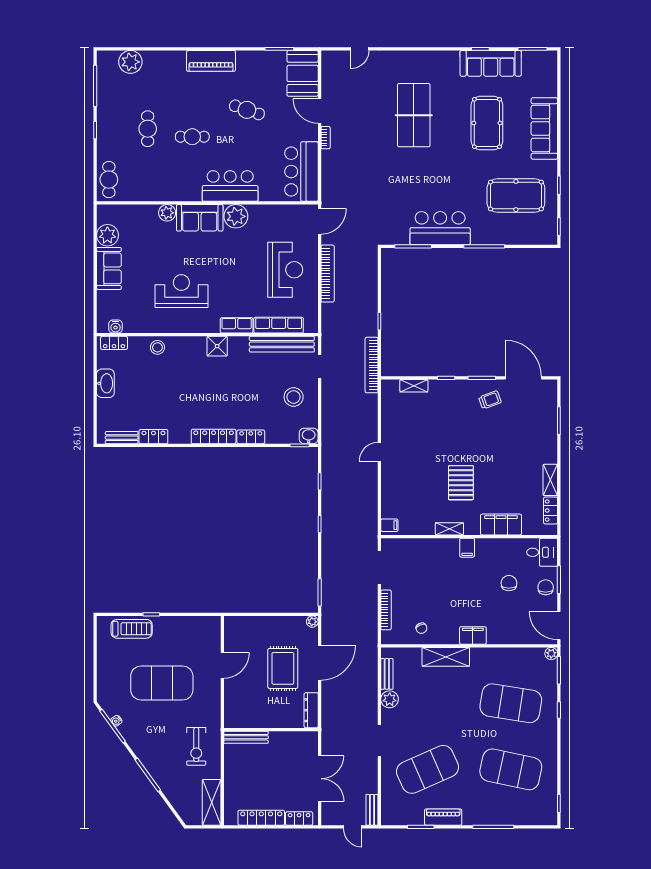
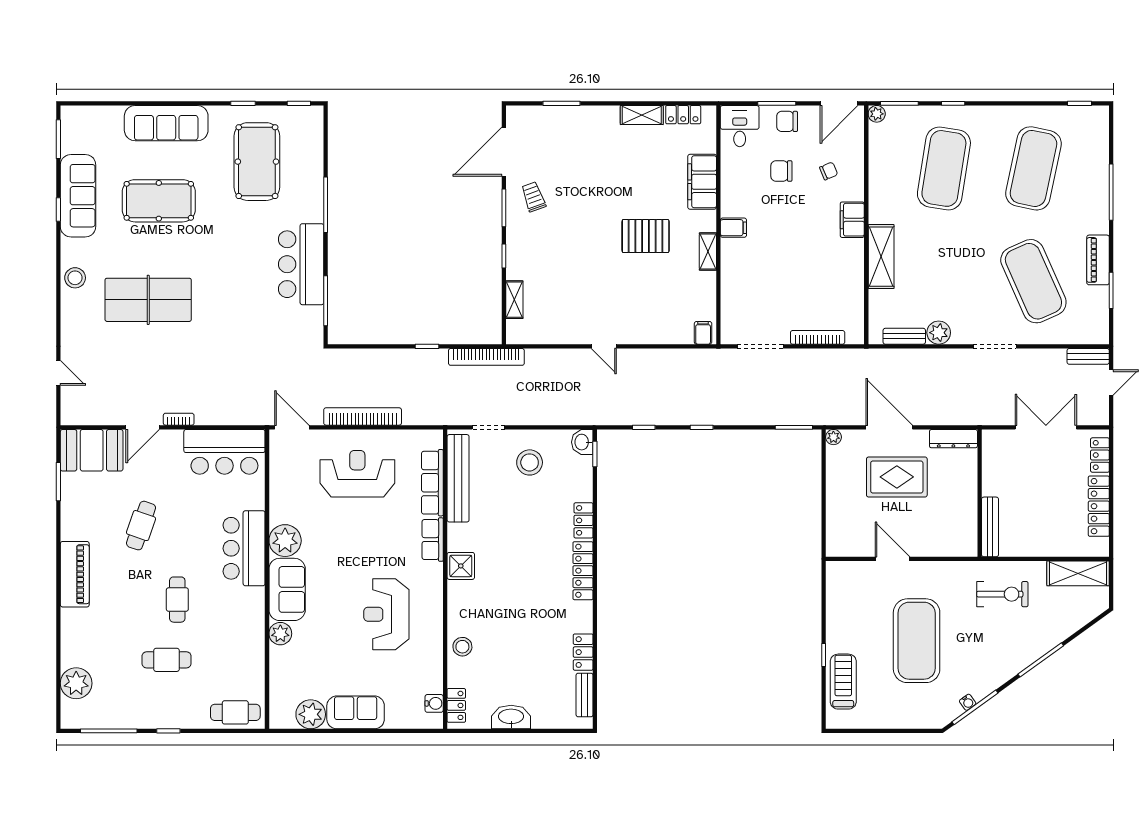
stool: (430, 61) -> (75, 278), added
chair: (421, 628) -> (829, 171), moved

